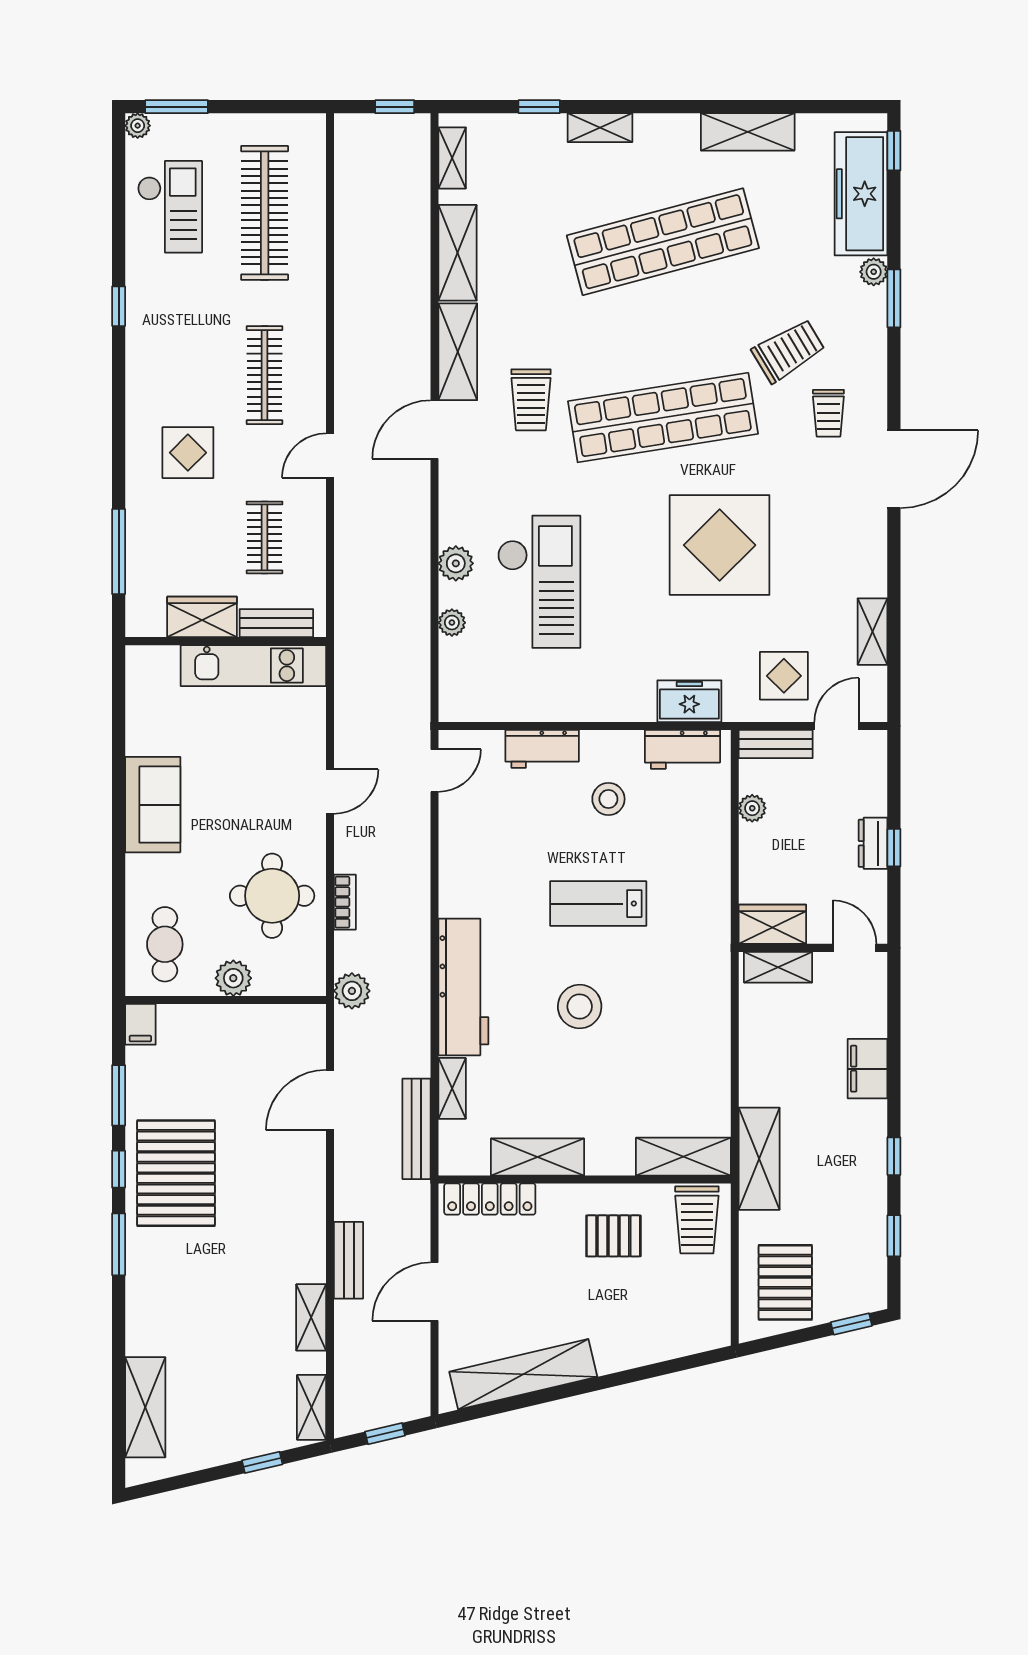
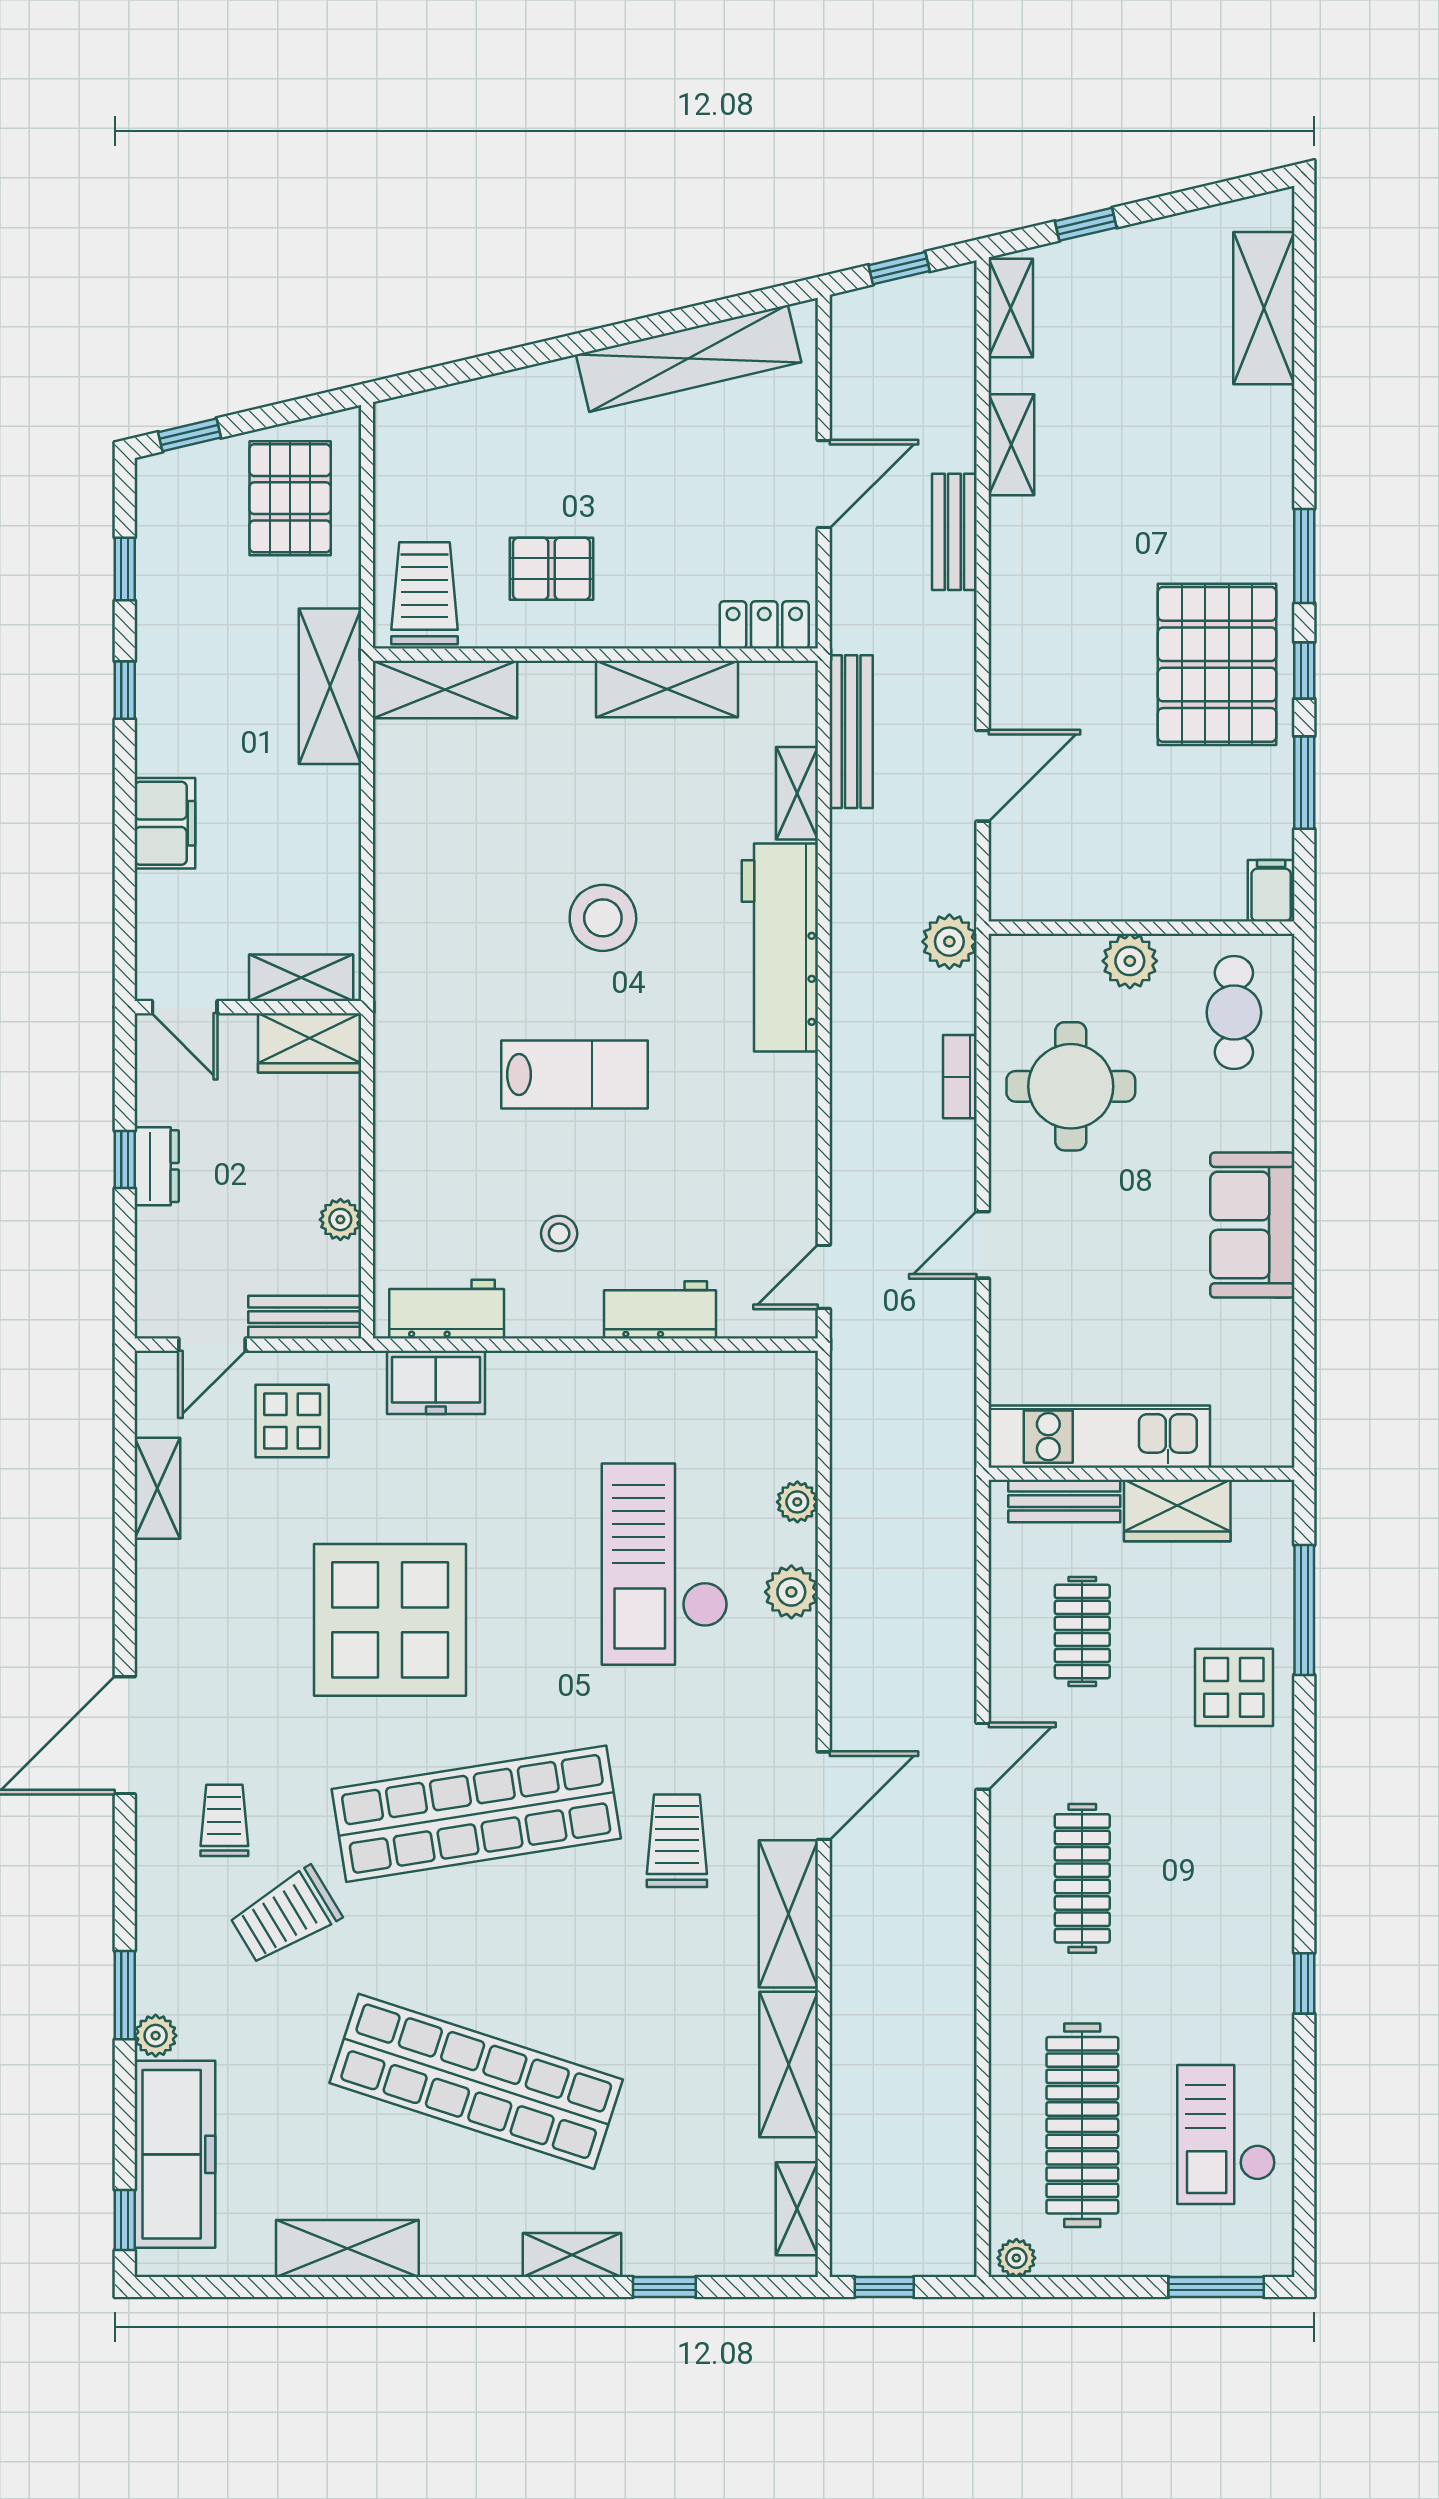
plant: (138, 126) -> (1016, 2258), moved
shop shelf: (663, 242) -> (476, 2081), turned 33
display table: (188, 453) -> (1234, 1687), moved
stool: (608, 799) -> (559, 1234), width x0.73, depth x0.73
locker: (490, 1199) -> (764, 625), width x0.66

